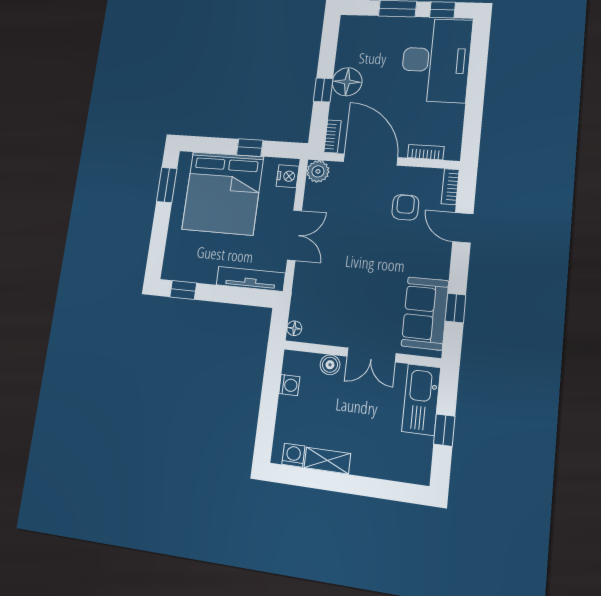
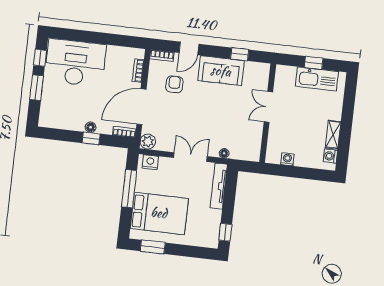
floor lamp: (347, 82) -> (91, 127), width x0.53, depth x0.53
window: (250, 148) -> (129, 189), width x2.17
bed: (223, 193) -> (159, 213), width x0.73
armchair: (405, 207) -> (174, 84), turned 90
sofa: (425, 313) -> (221, 71), moved
floor lamp: (294, 328) -> (224, 153), moved
double door: (371, 355) -> (268, 107), swing flipped
boiler: (330, 365) -> (275, 133), removed
kitchen sink: (421, 399) -> (317, 79), moved

